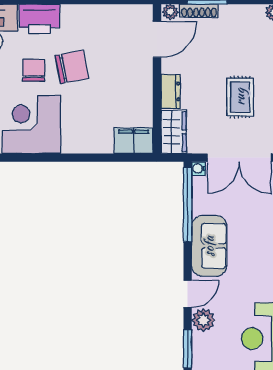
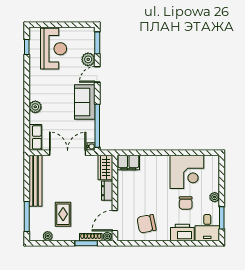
chair: (72, 67) -> (147, 224), moved
rug: (240, 97) -> (63, 214), moved

